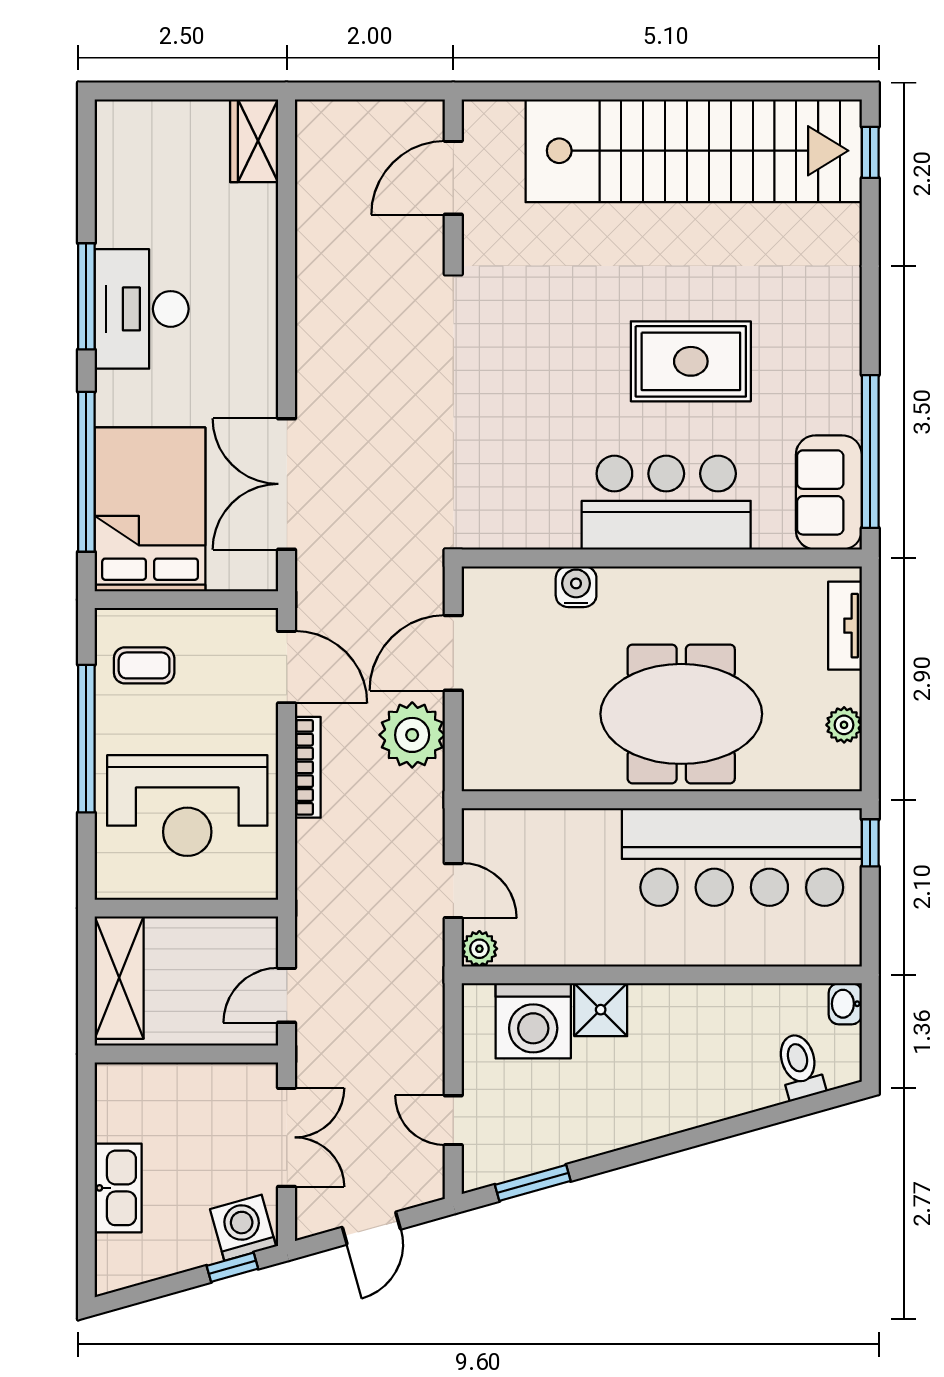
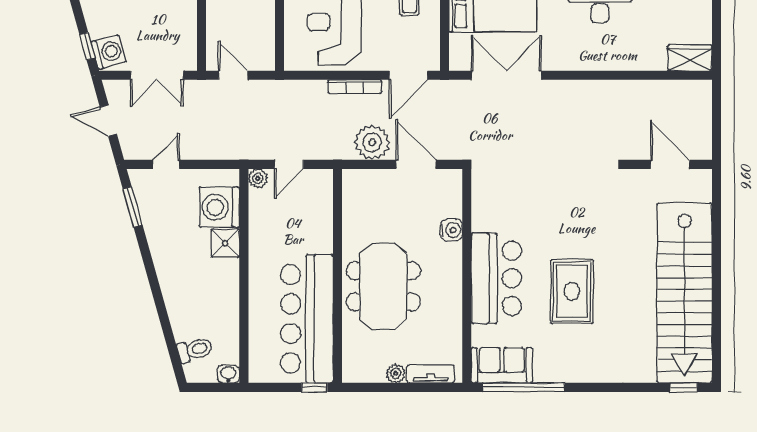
plant: (844, 725) -> (396, 373), moved

